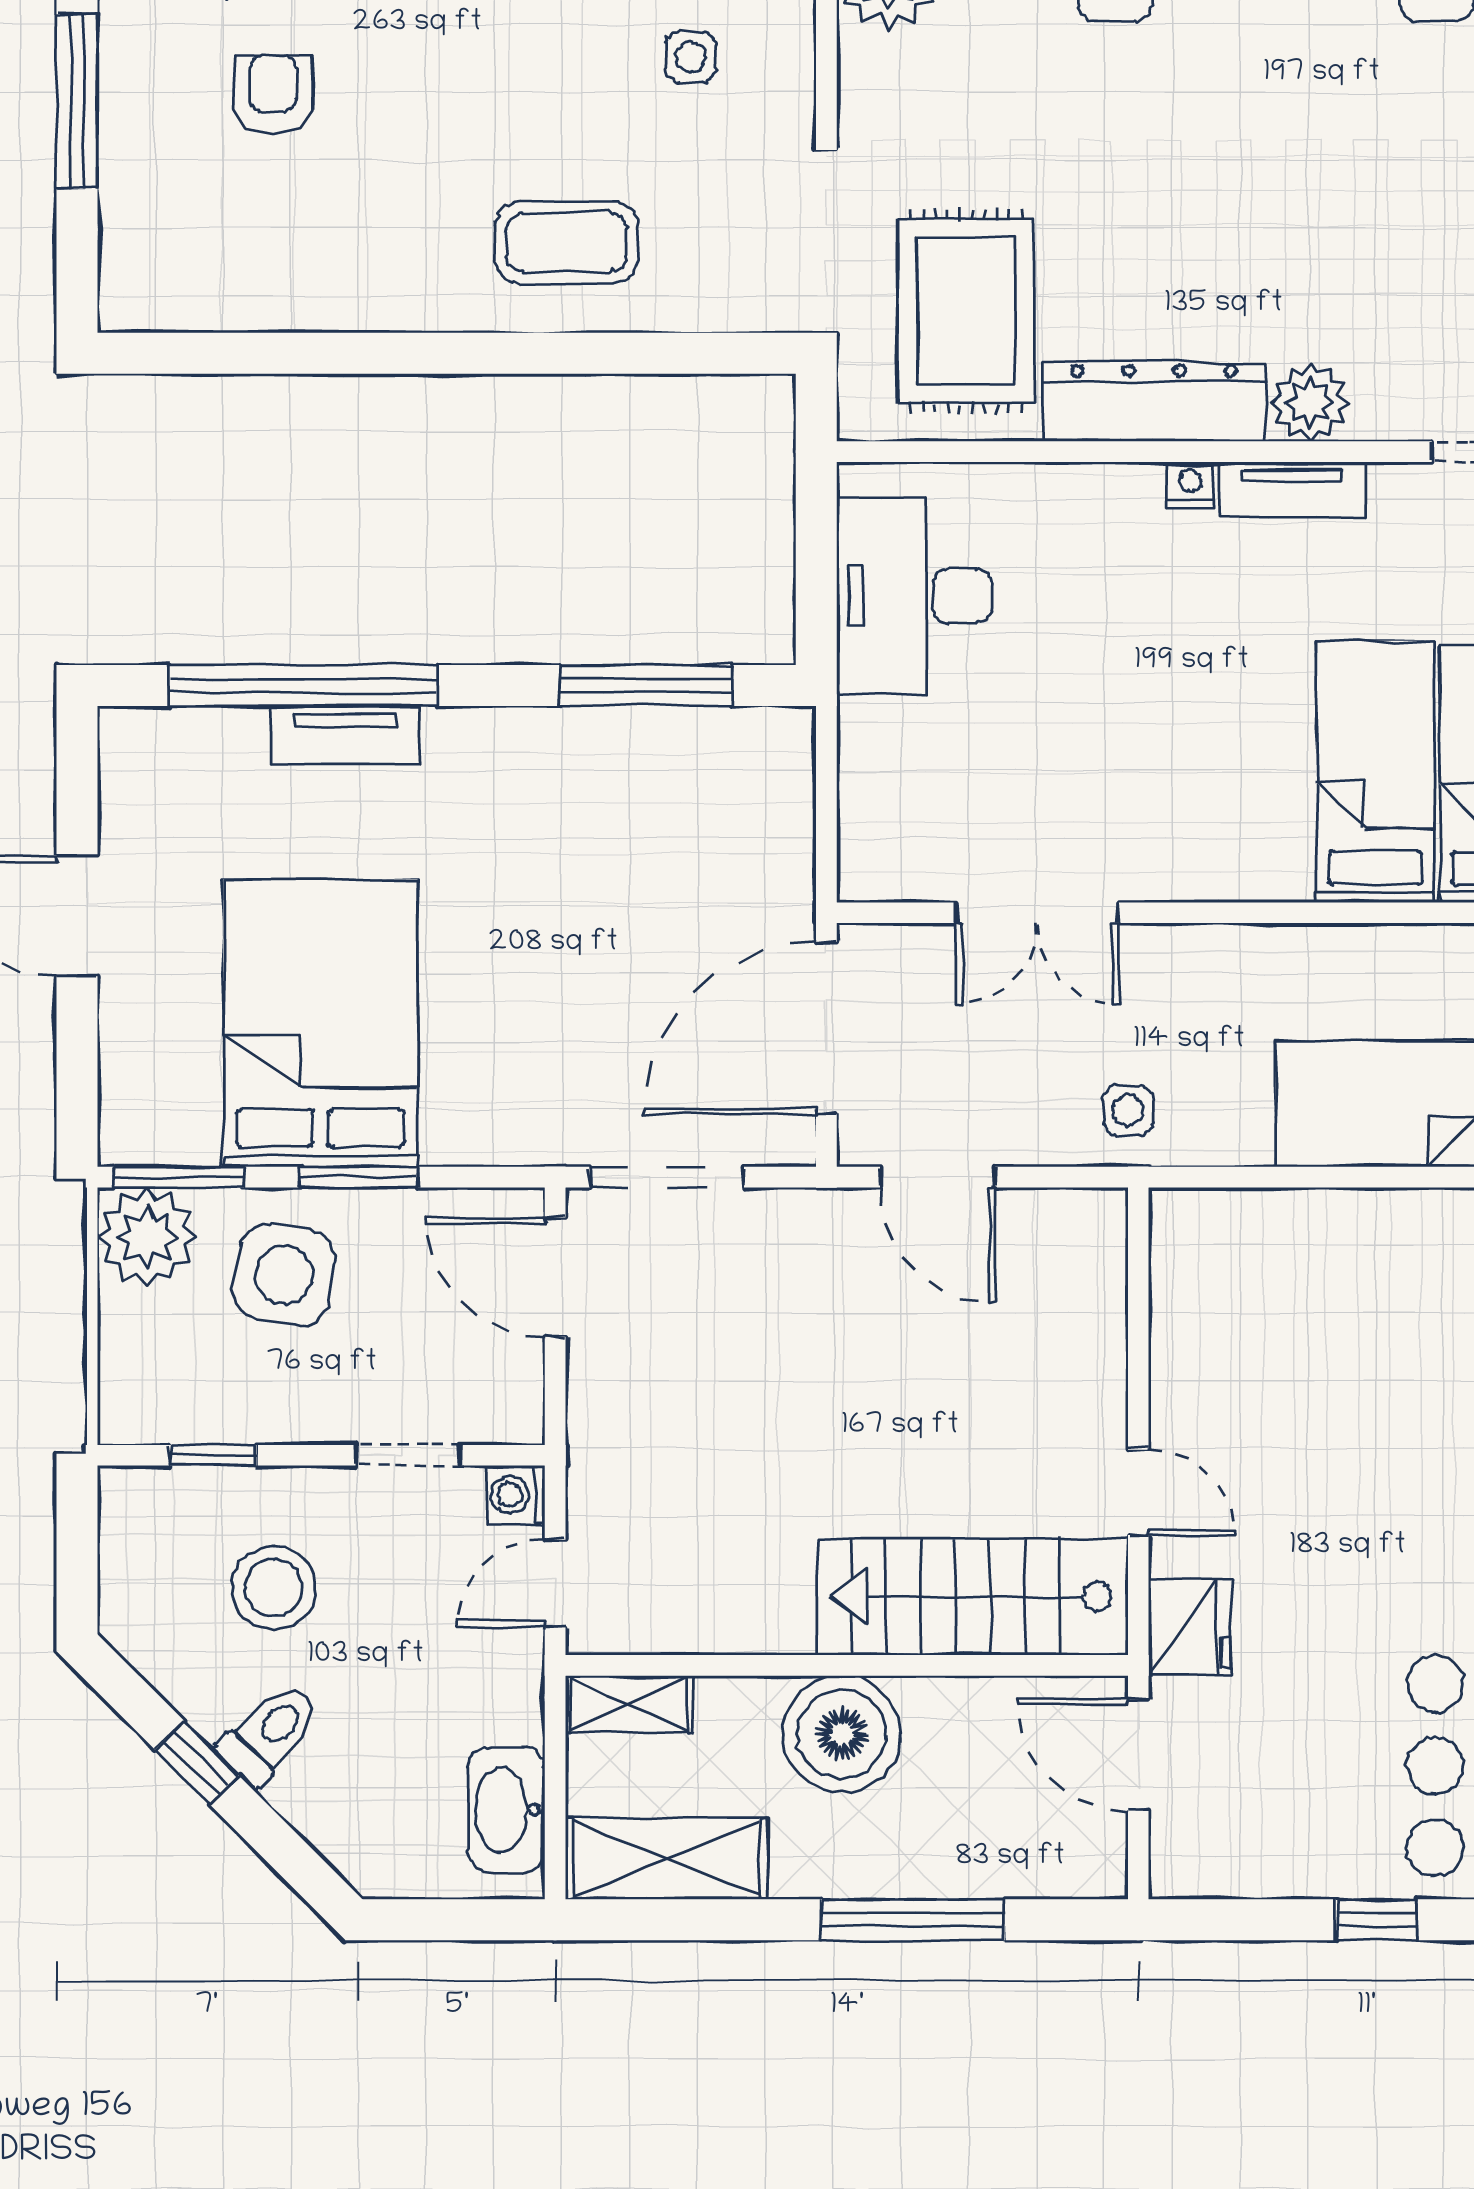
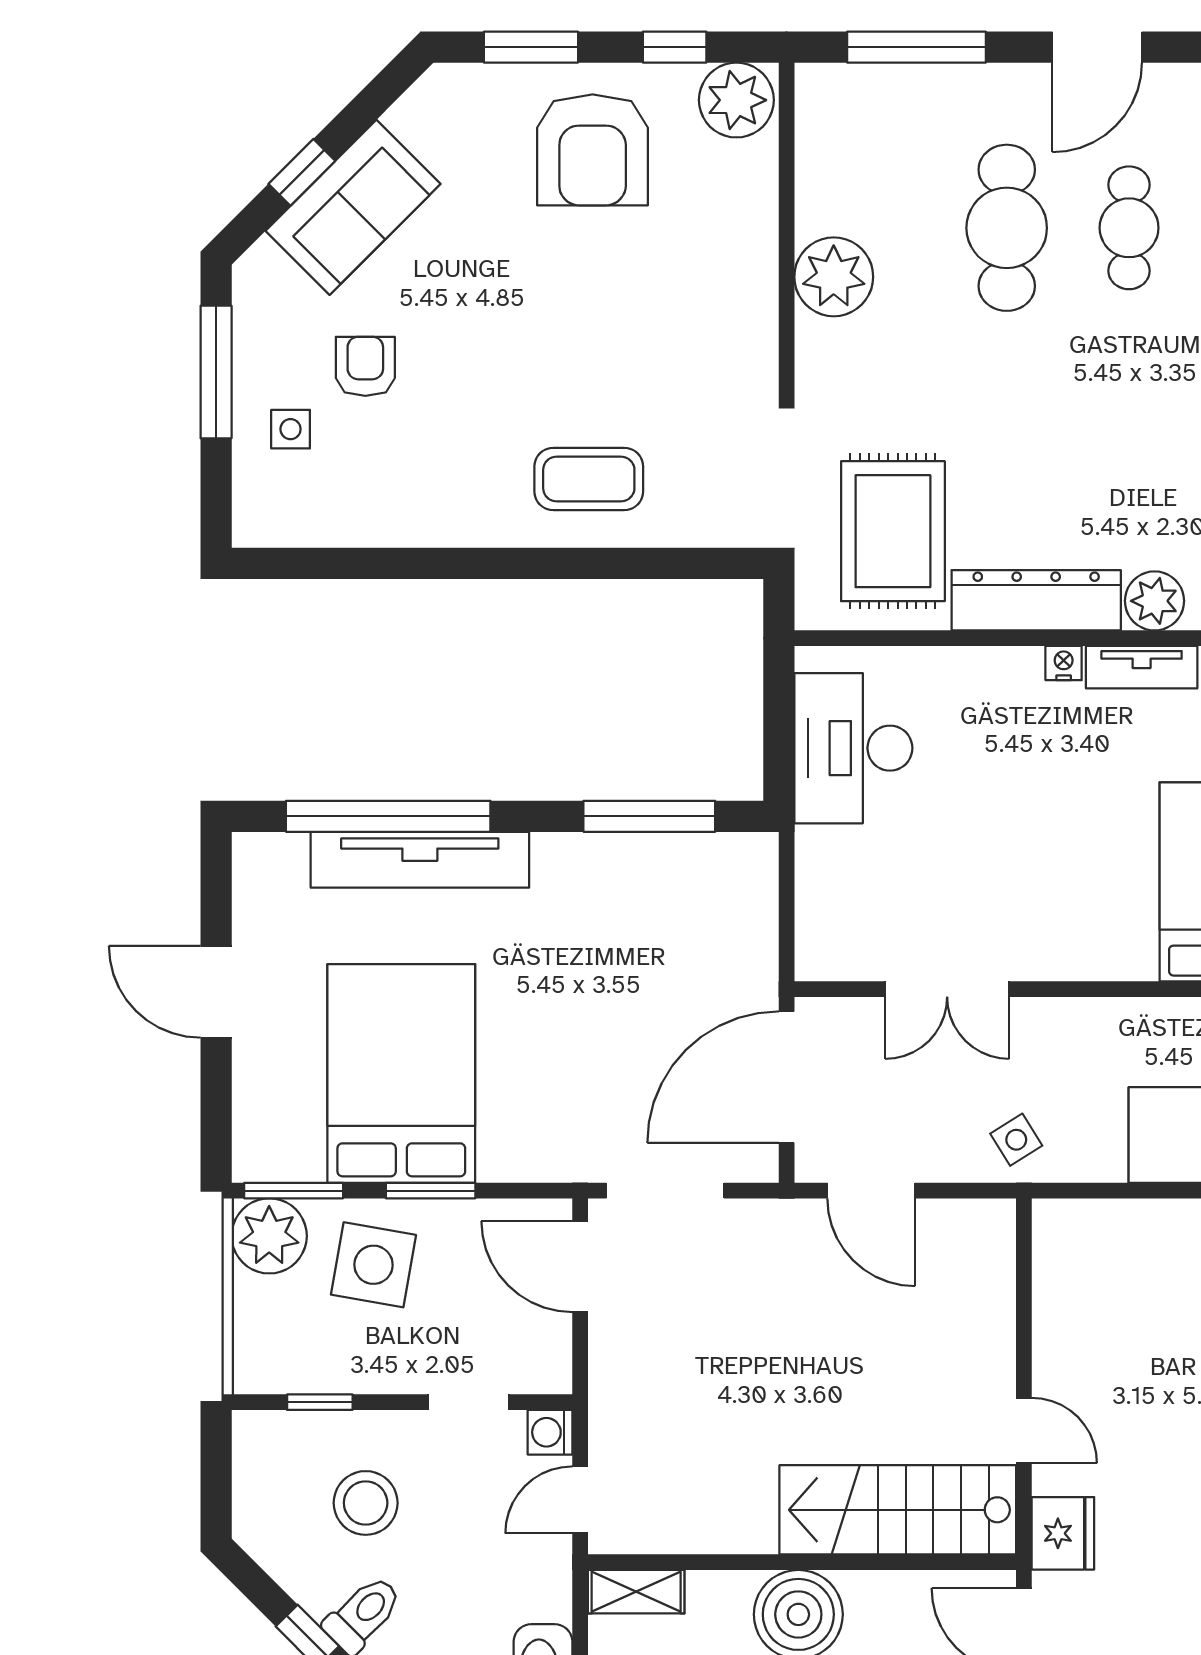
side table: (691, 57) -> (291, 429), moved
tv unit: (345, 734) -> (420, 860), width x1.92, depth x1.29
side table: (1128, 1110) -> (1016, 1140), turned -32

